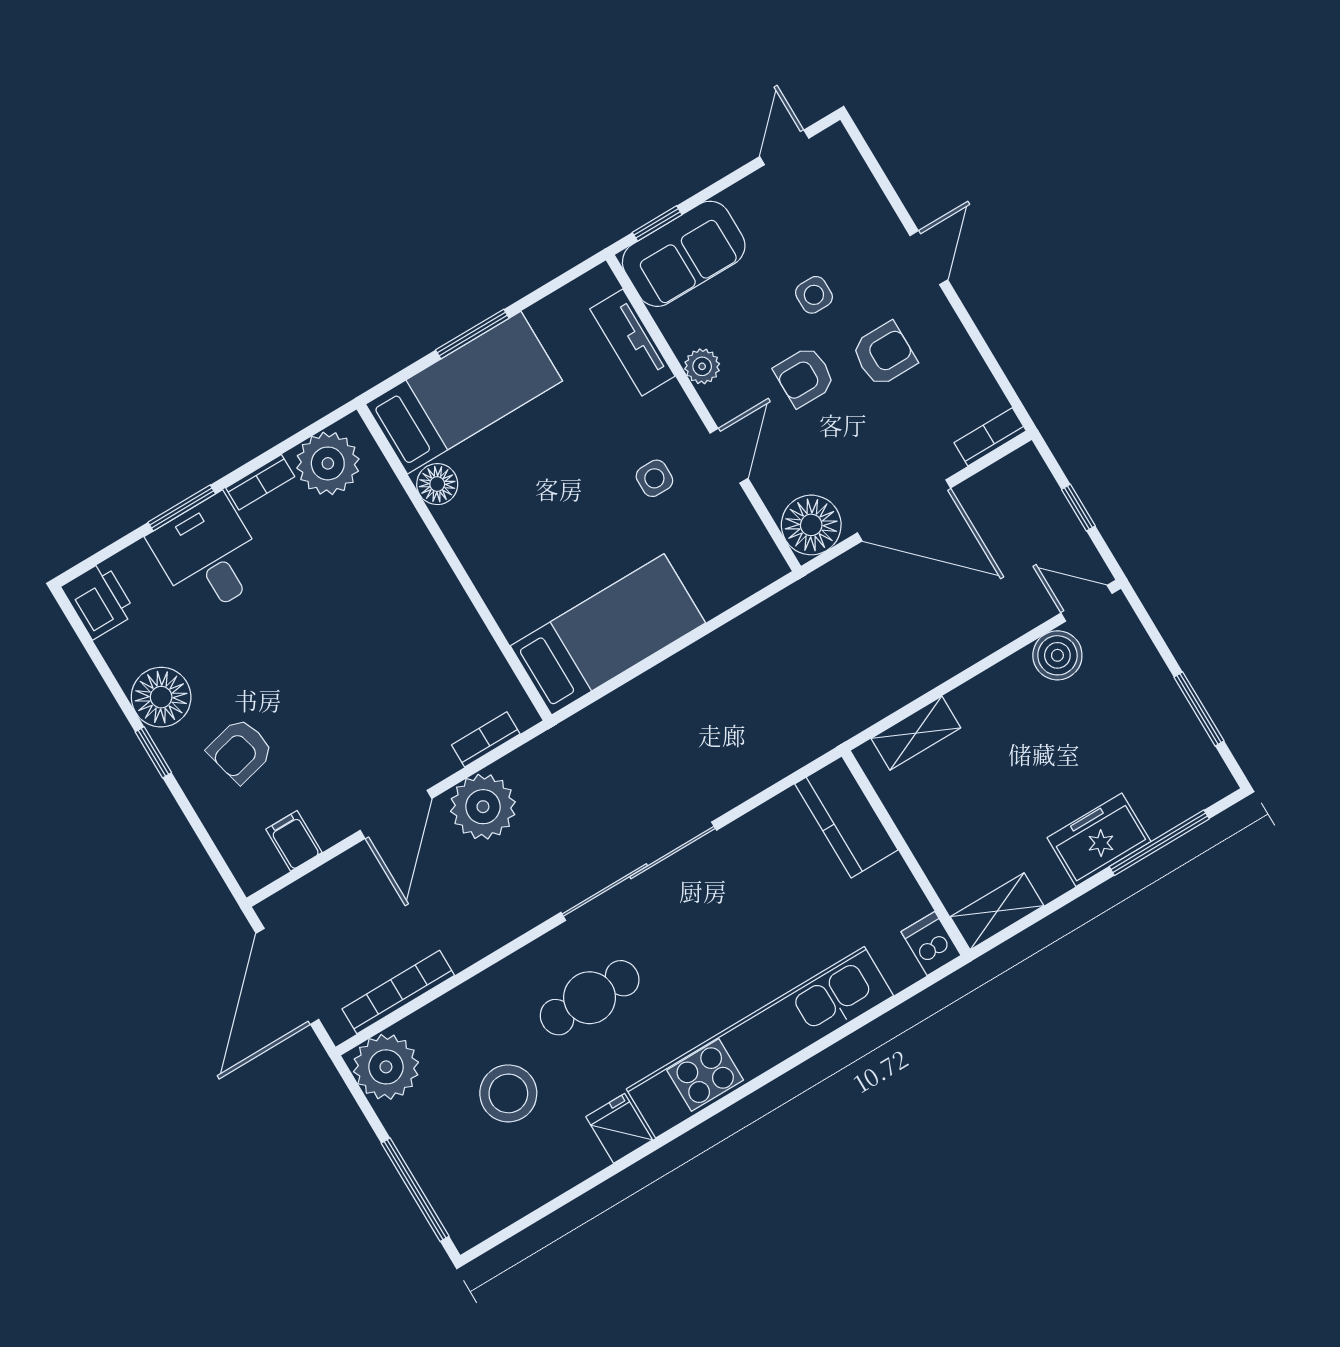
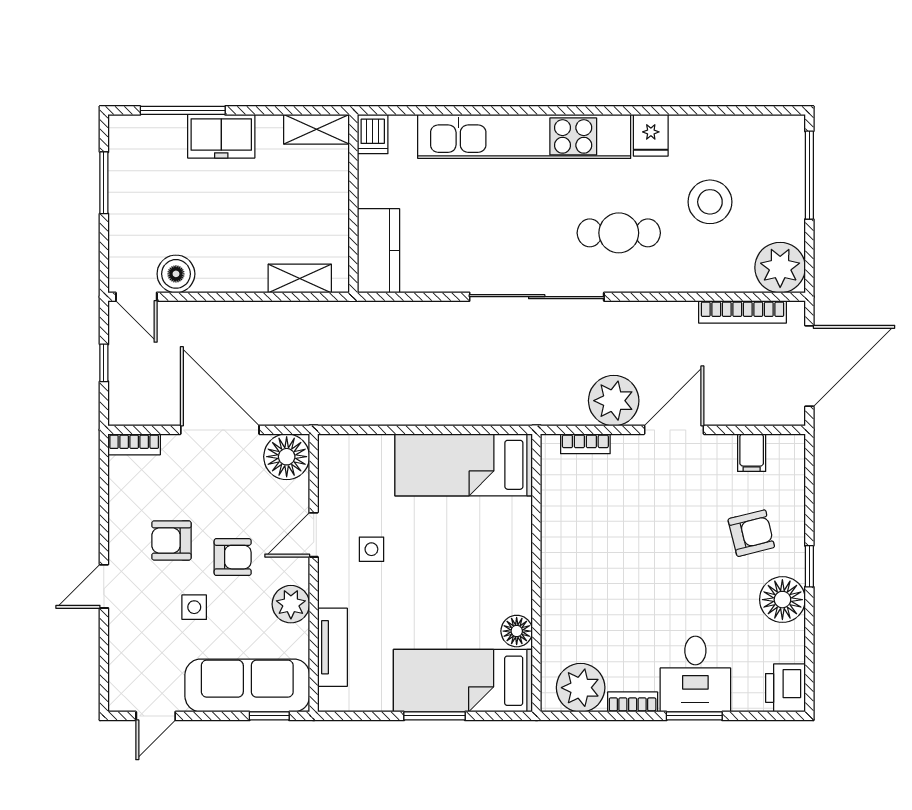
sofa: (684, 254) -> (247, 685), width x1.36
plant: (702, 366) -> (291, 604), width x1.38, depth x1.38

